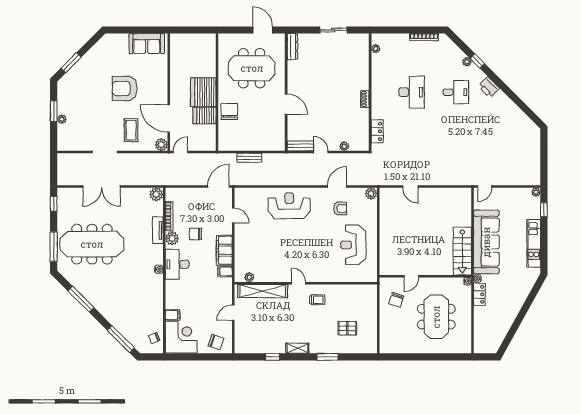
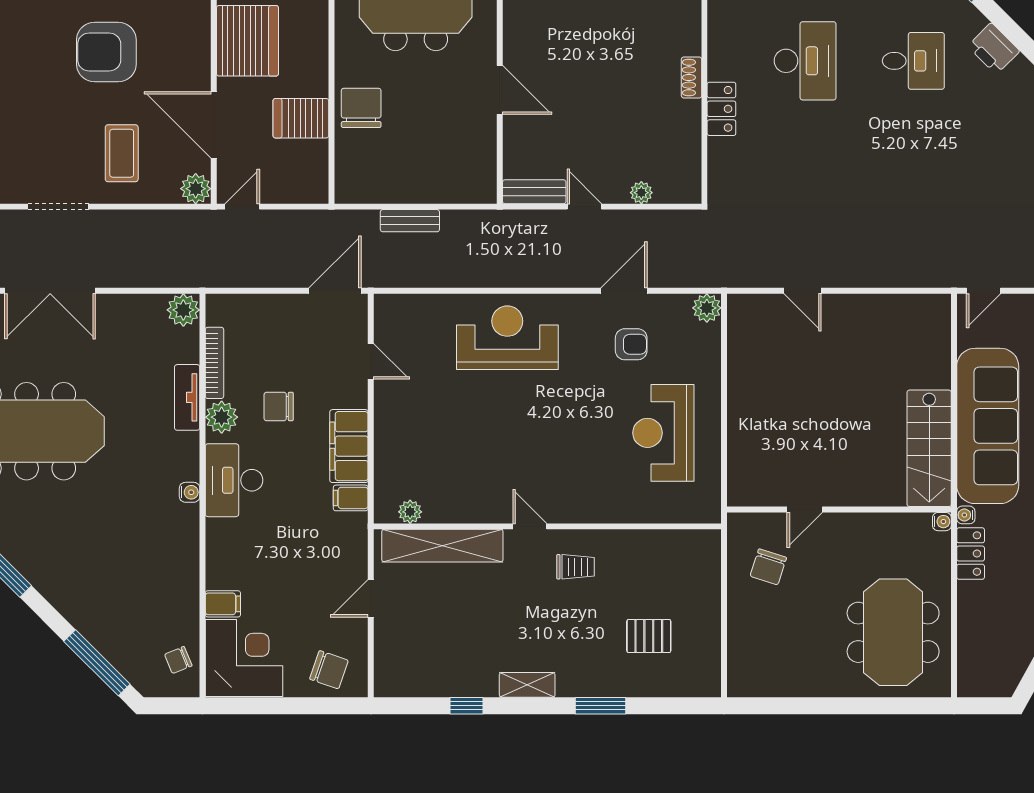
server rack: (203, 92) -> (247, 41), moved, turned 180
locker: (377, 131) -> (721, 109), moved
meeting table: (436, 317) -> (893, 632), moved

